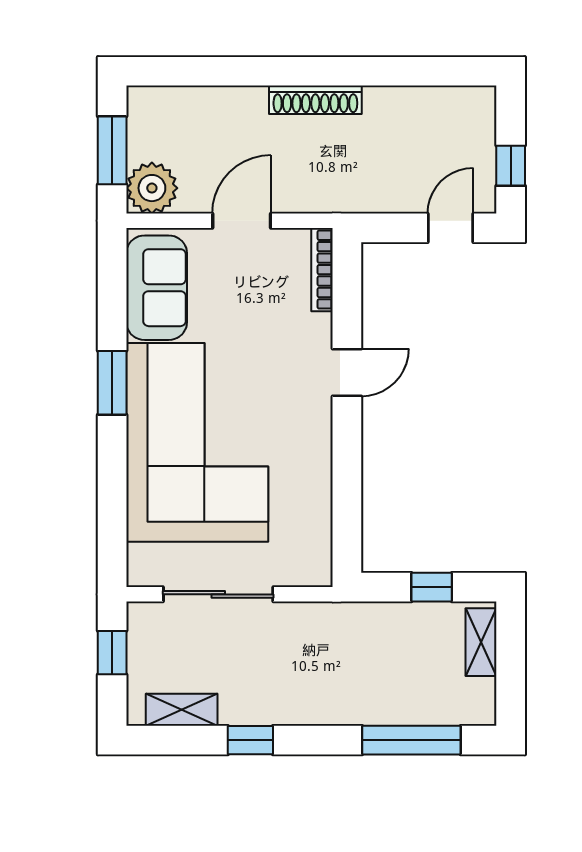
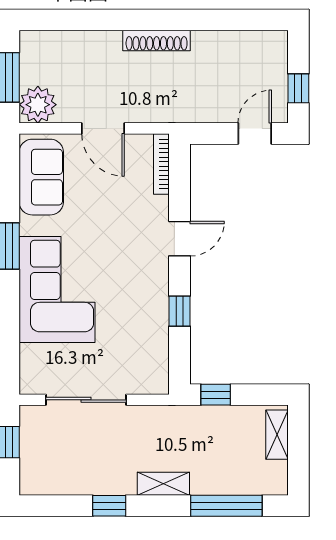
door: (242, 221) -> (103, 128), swing flipped
corner sofa: (197, 442) -> (57, 289), width x0.73, depth x0.74
window: (347, 472) -> (180, 311), added
window: (432, 587) -> (216, 395), moved
shelving: (182, 710) -> (163, 484), moved

